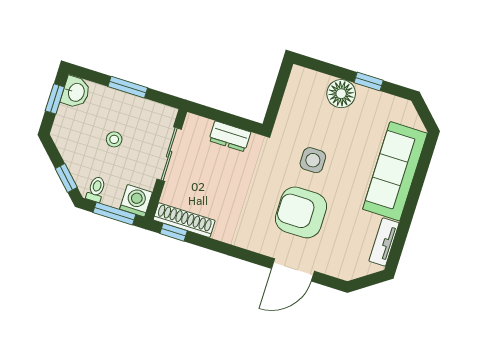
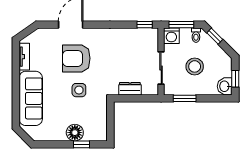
window: (369, 82) -> (81, 144), moved
window: (128, 87) -> (185, 98), moved
stool: (114, 139) -> (195, 66), width x1.89, depth x1.89
armchair: (301, 212) -> (76, 58), turned 180
shoe rack: (184, 220) -> (141, 33), removed

